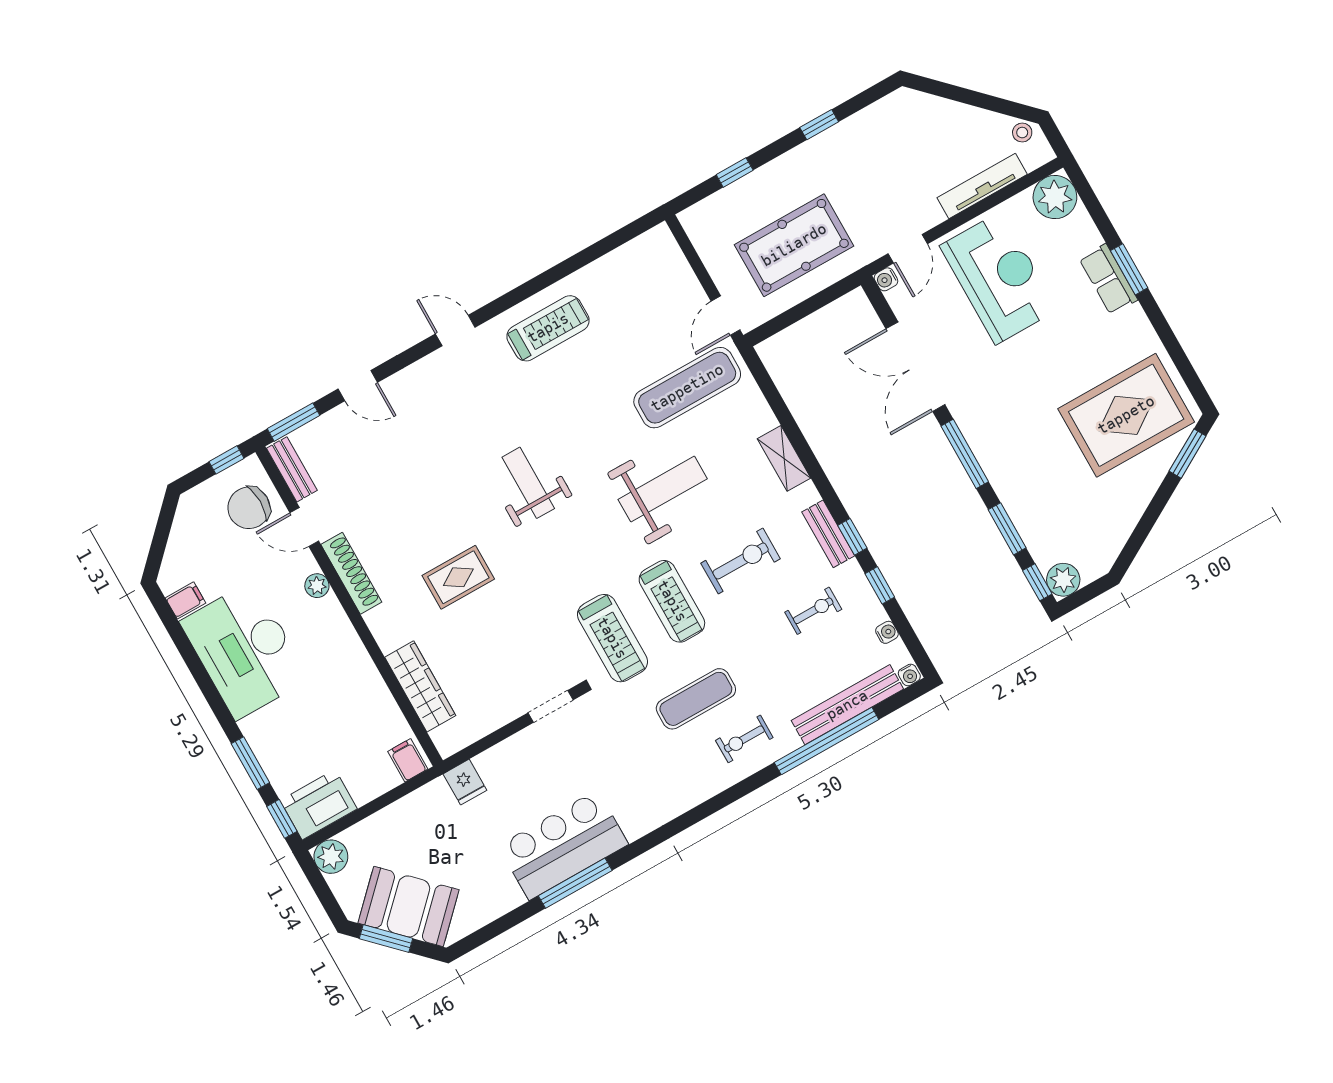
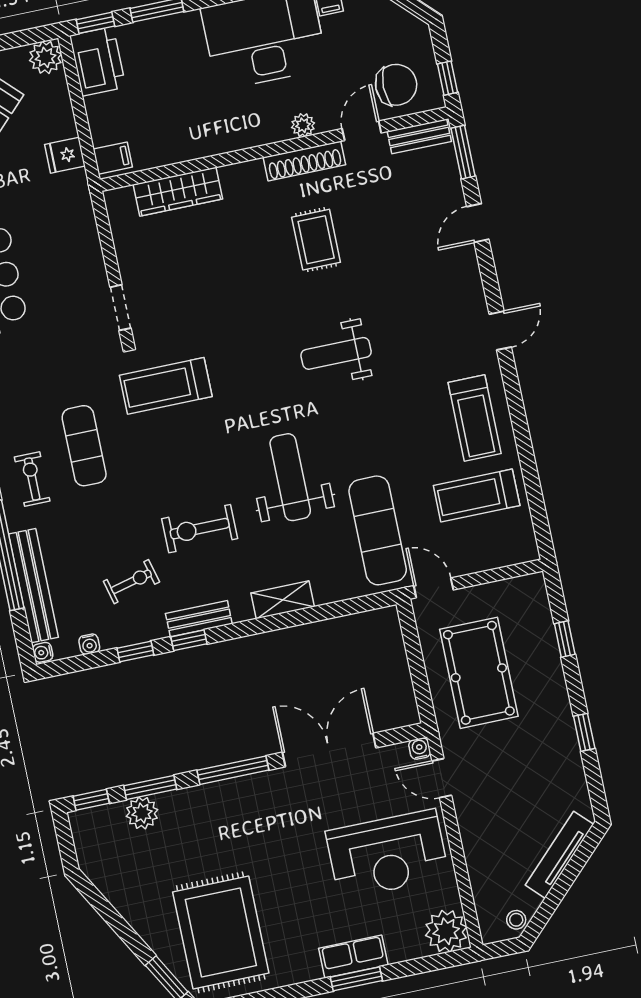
tv unit: (982, 186) -> (559, 855), moved, turned -135
weight bench: (528, 483) -> (336, 353), turned 180
weight bench: (663, 489) -> (290, 477), turned 180
chair: (249, 508) -> (396, 85), turned 91
exercise bike: (741, 561) -> (200, 529), turned 90
rug: (458, 577) -> (316, 240), moved
plant: (1063, 580) -> (142, 813), moved
treadmill: (672, 601) -> (477, 495), moved
exercise bike: (813, 611) -> (131, 582), turned -104
fridge: (465, 782) -> (65, 155), moved

